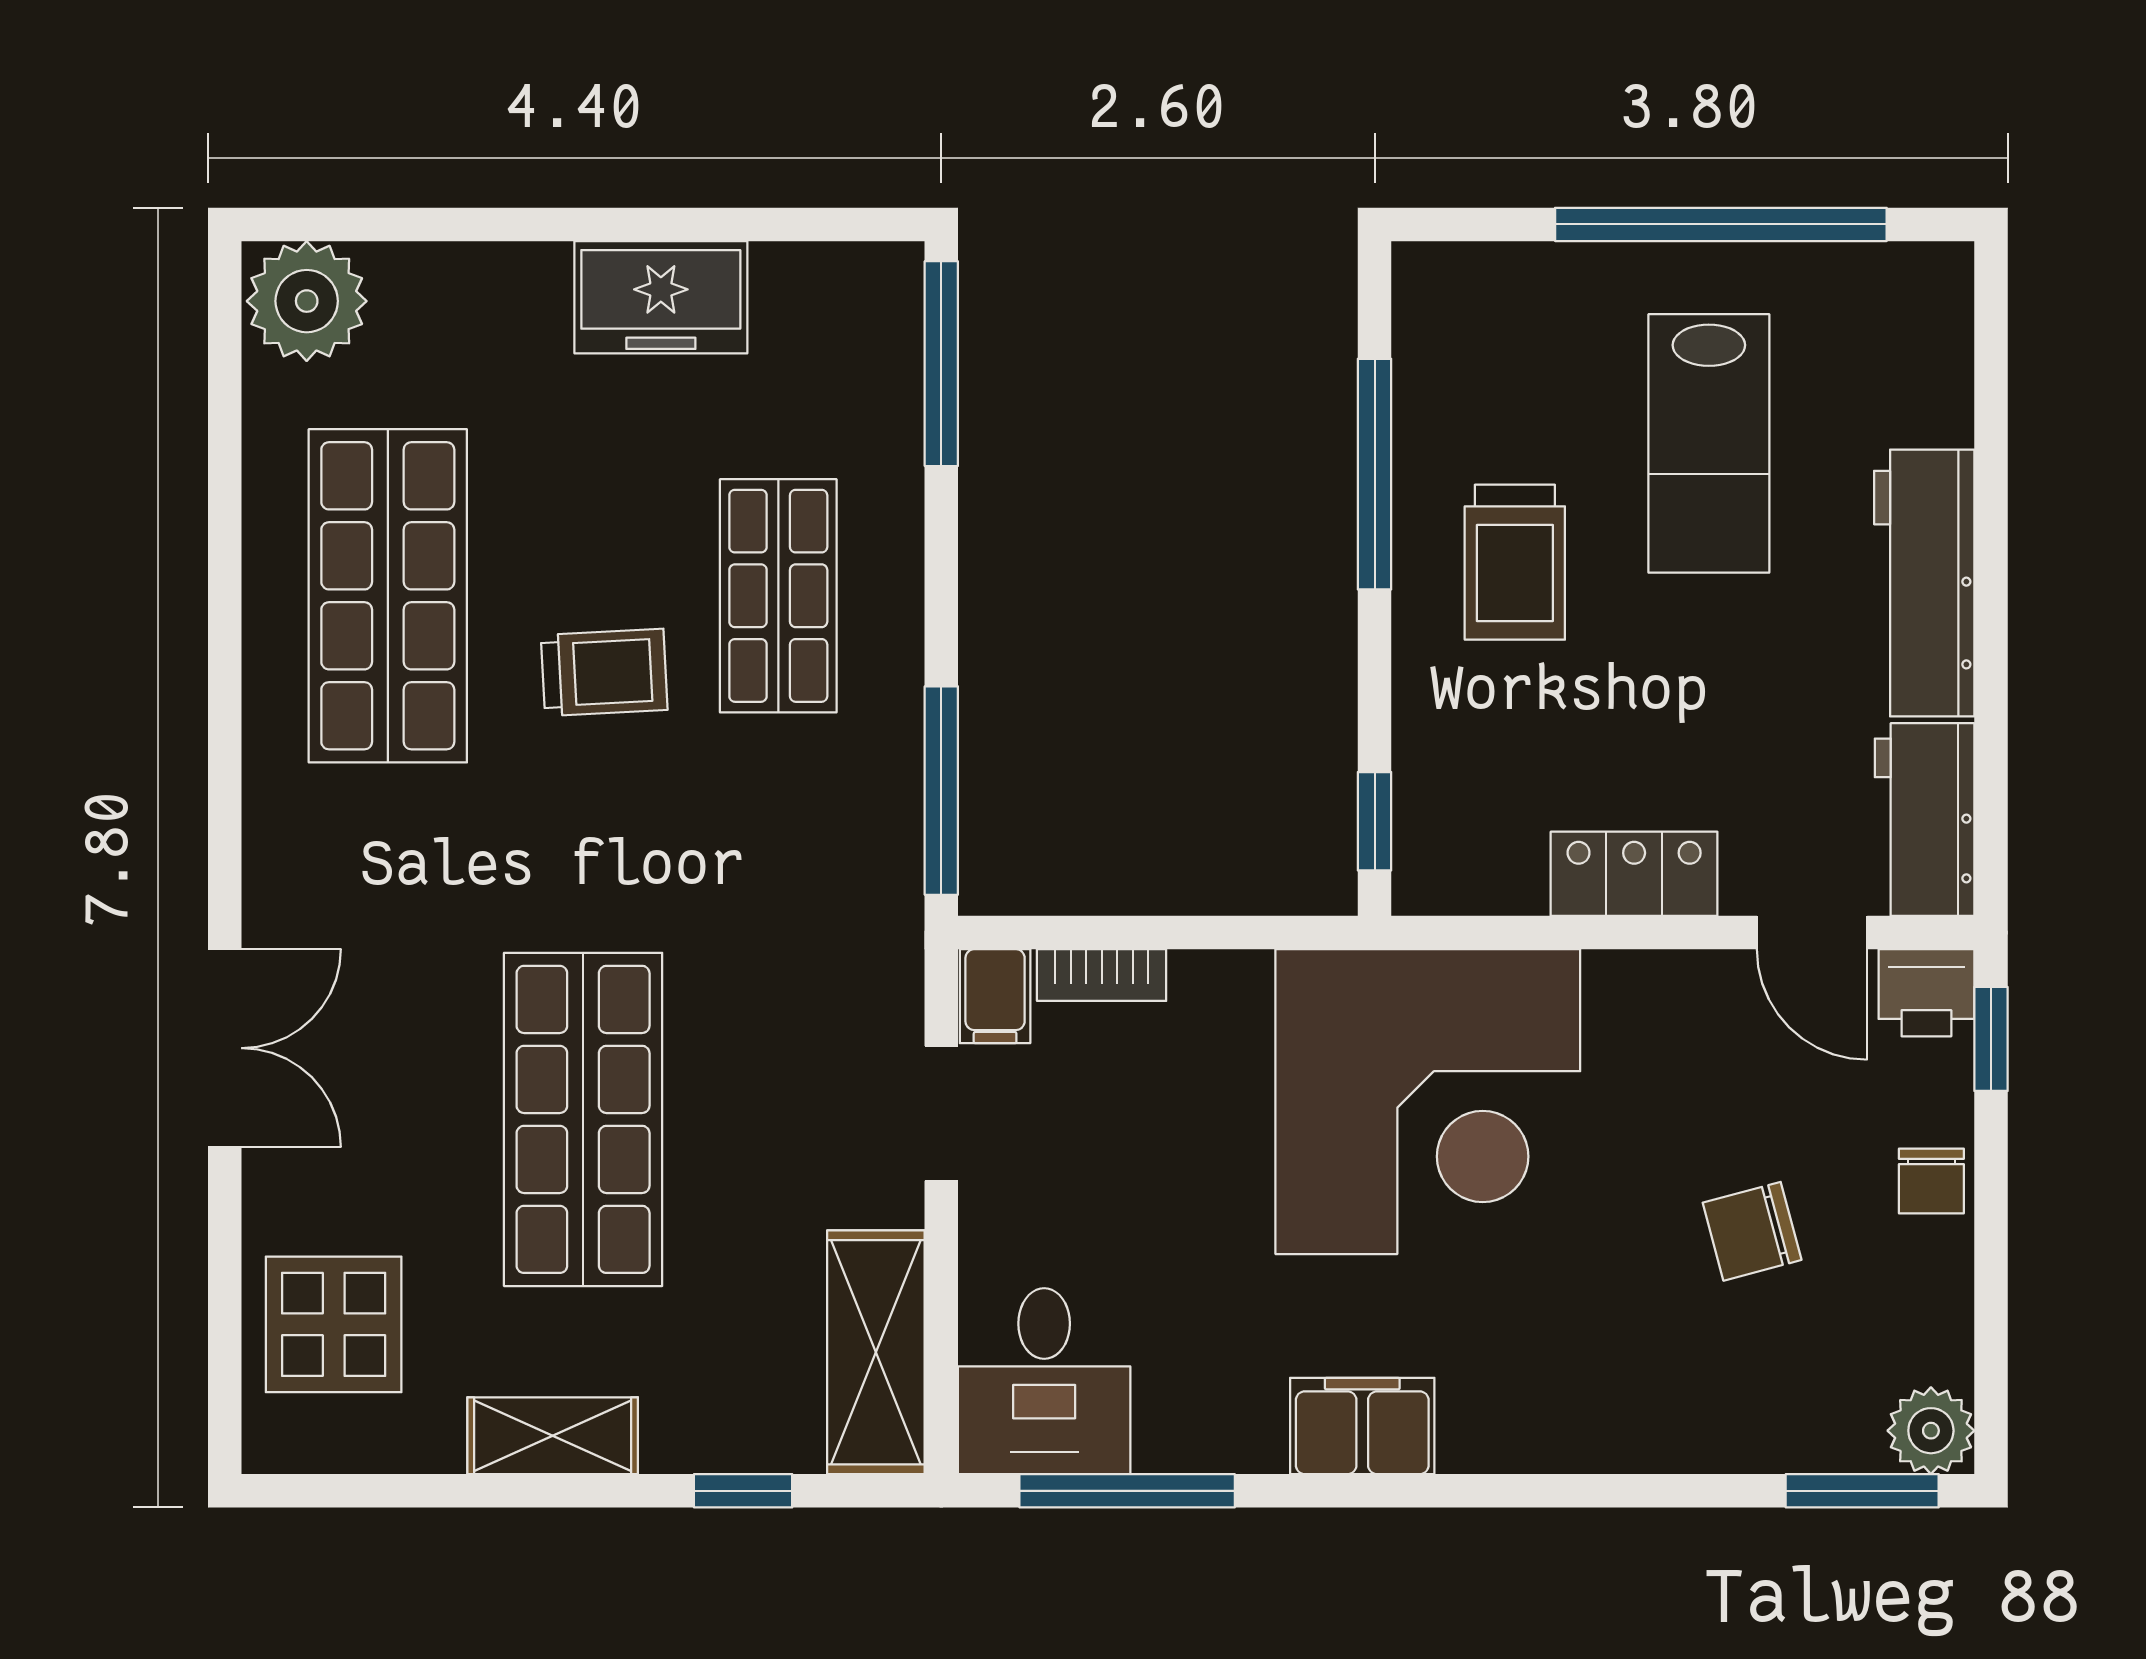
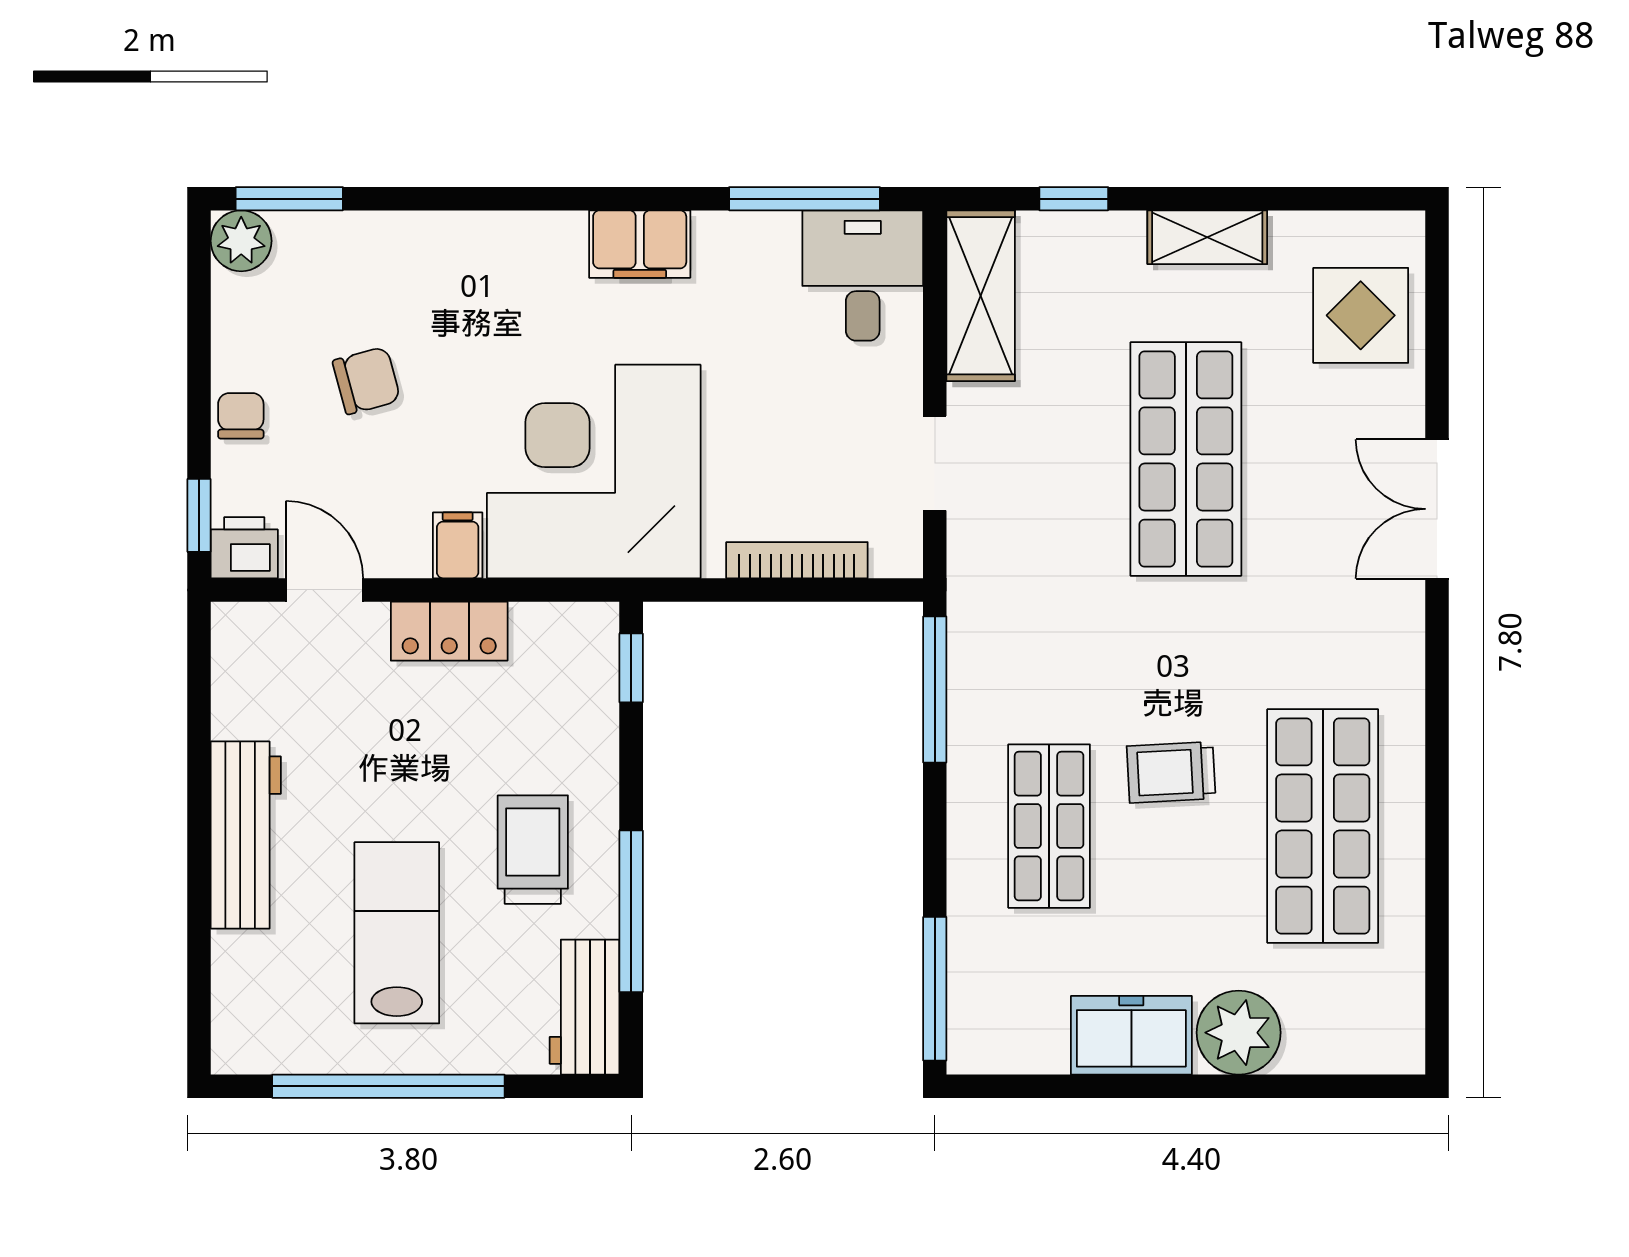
plant: (307, 301) -> (1239, 1033), moved
workbench: (1925, 820) -> (585, 1007), moved, turned 180
bookcase: (1102, 975) -> (797, 560), width x1.56
filing cabinet: (995, 996) -> (458, 545), moved

